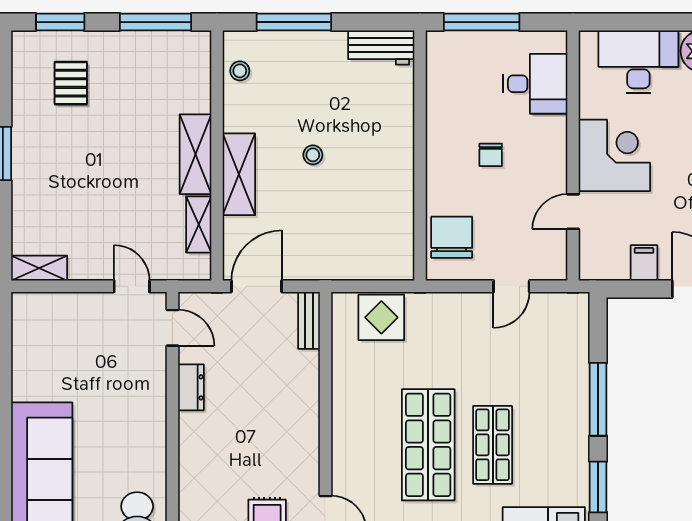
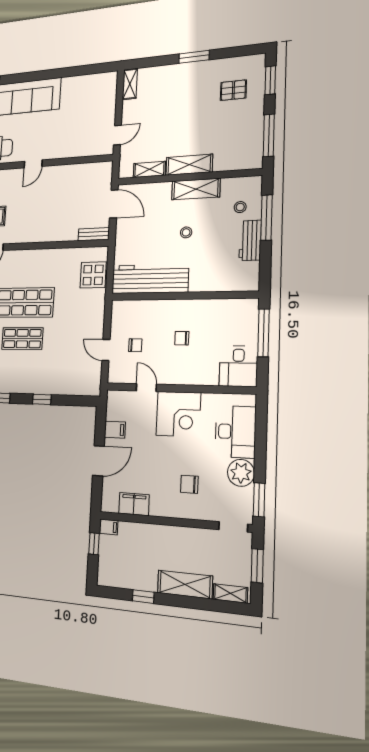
workbench: (381, 47) -> (250, 240), moved
stool: (240, 71) -> (240, 207), moved
desk: (535, 84) -> (238, 366), moved
shelving: (239, 174) -> (196, 189), moved
workbench: (390, 214) -> (150, 279), added
chair: (452, 237) -> (135, 345), moved, width x0.54, depth x0.54
door: (172, 328) -> (33, 164), moved
dresser: (191, 387) -> (63, 171), removed
window: (598, 399) -> (42, 399), width x0.46

